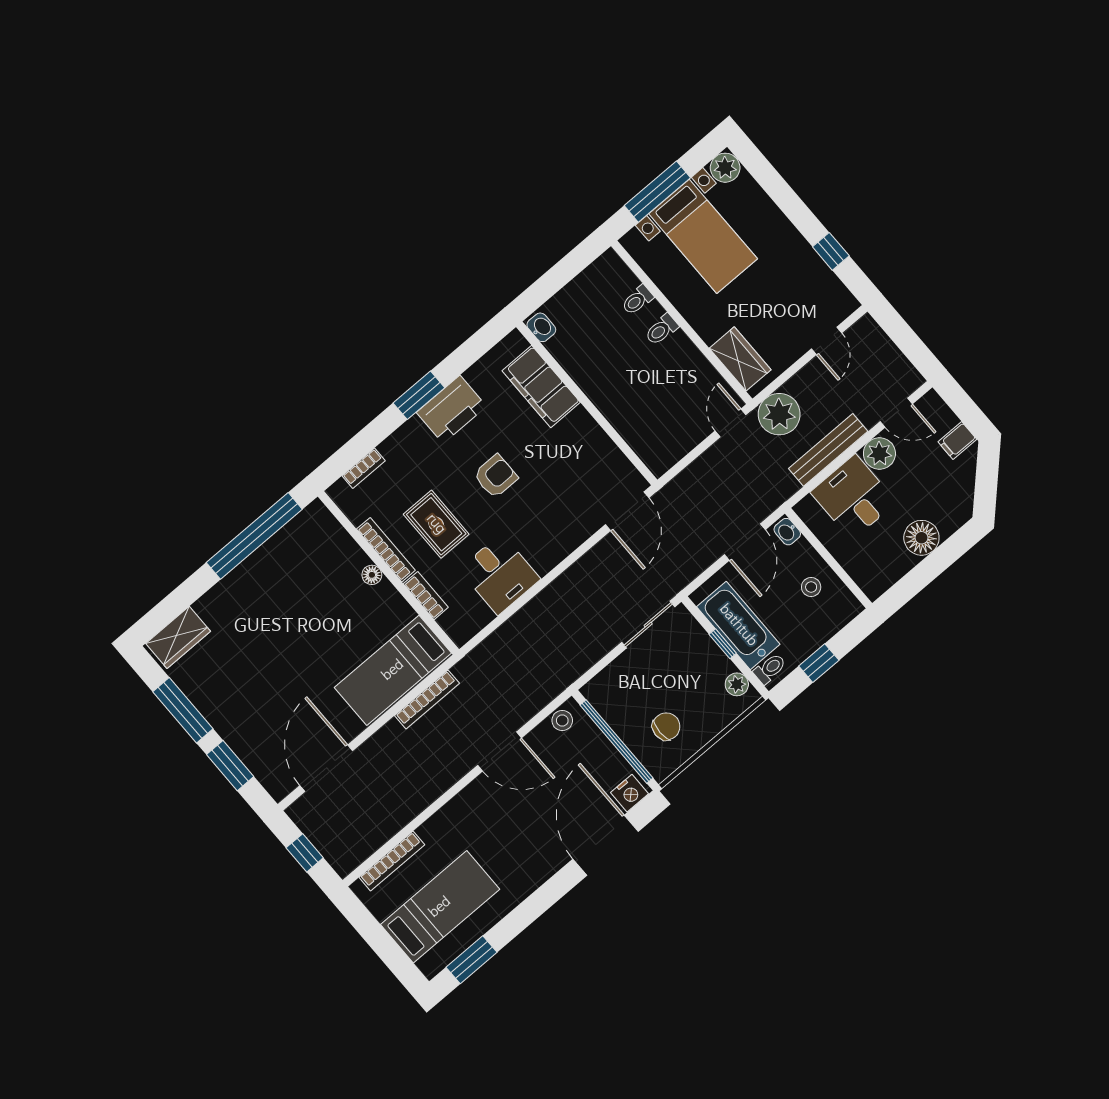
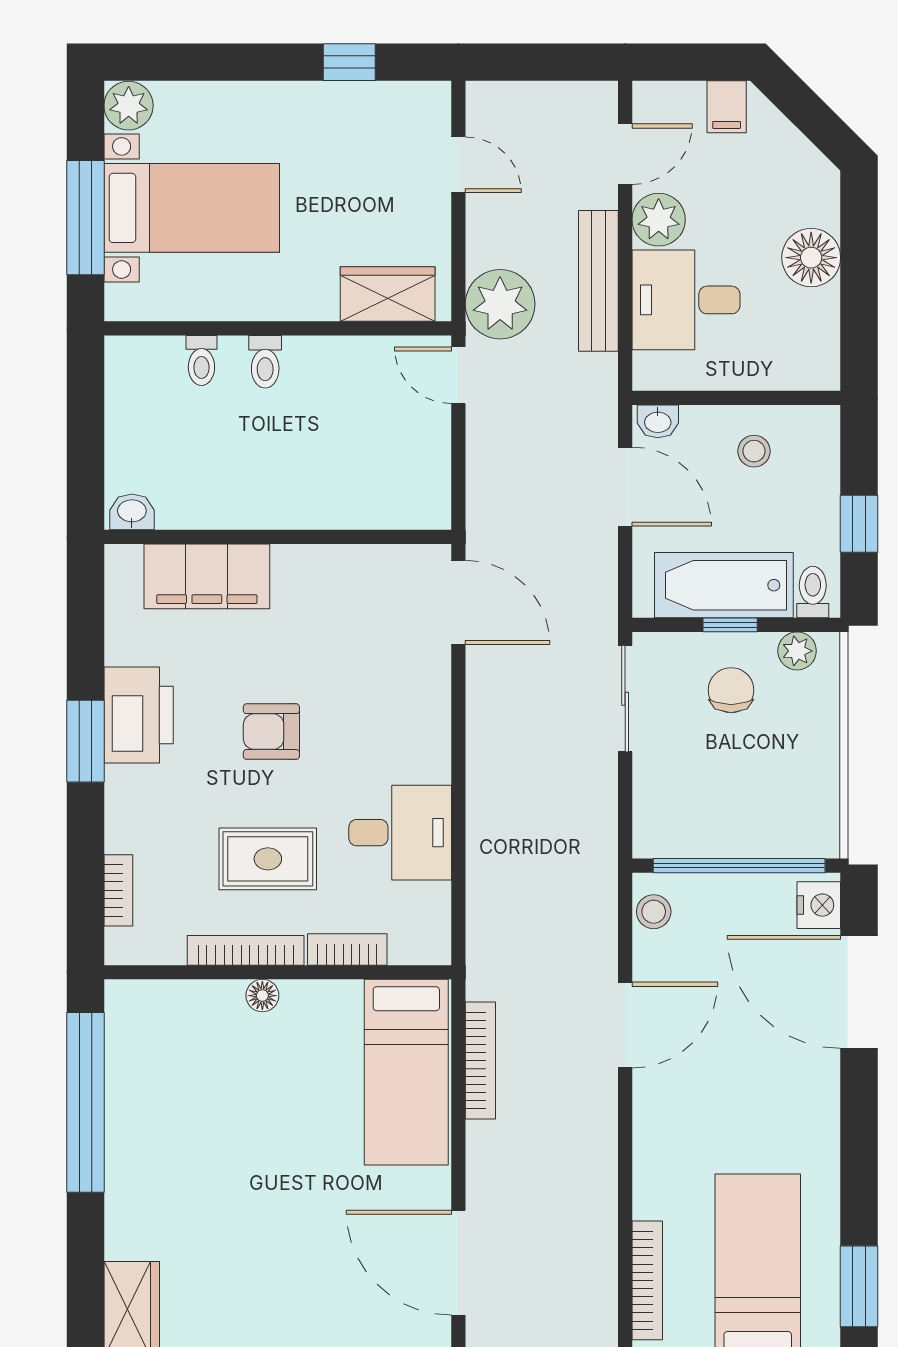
armchair: (496, 476) -> (271, 732), turned -90
chair: (666, 726) -> (731, 690), moved

